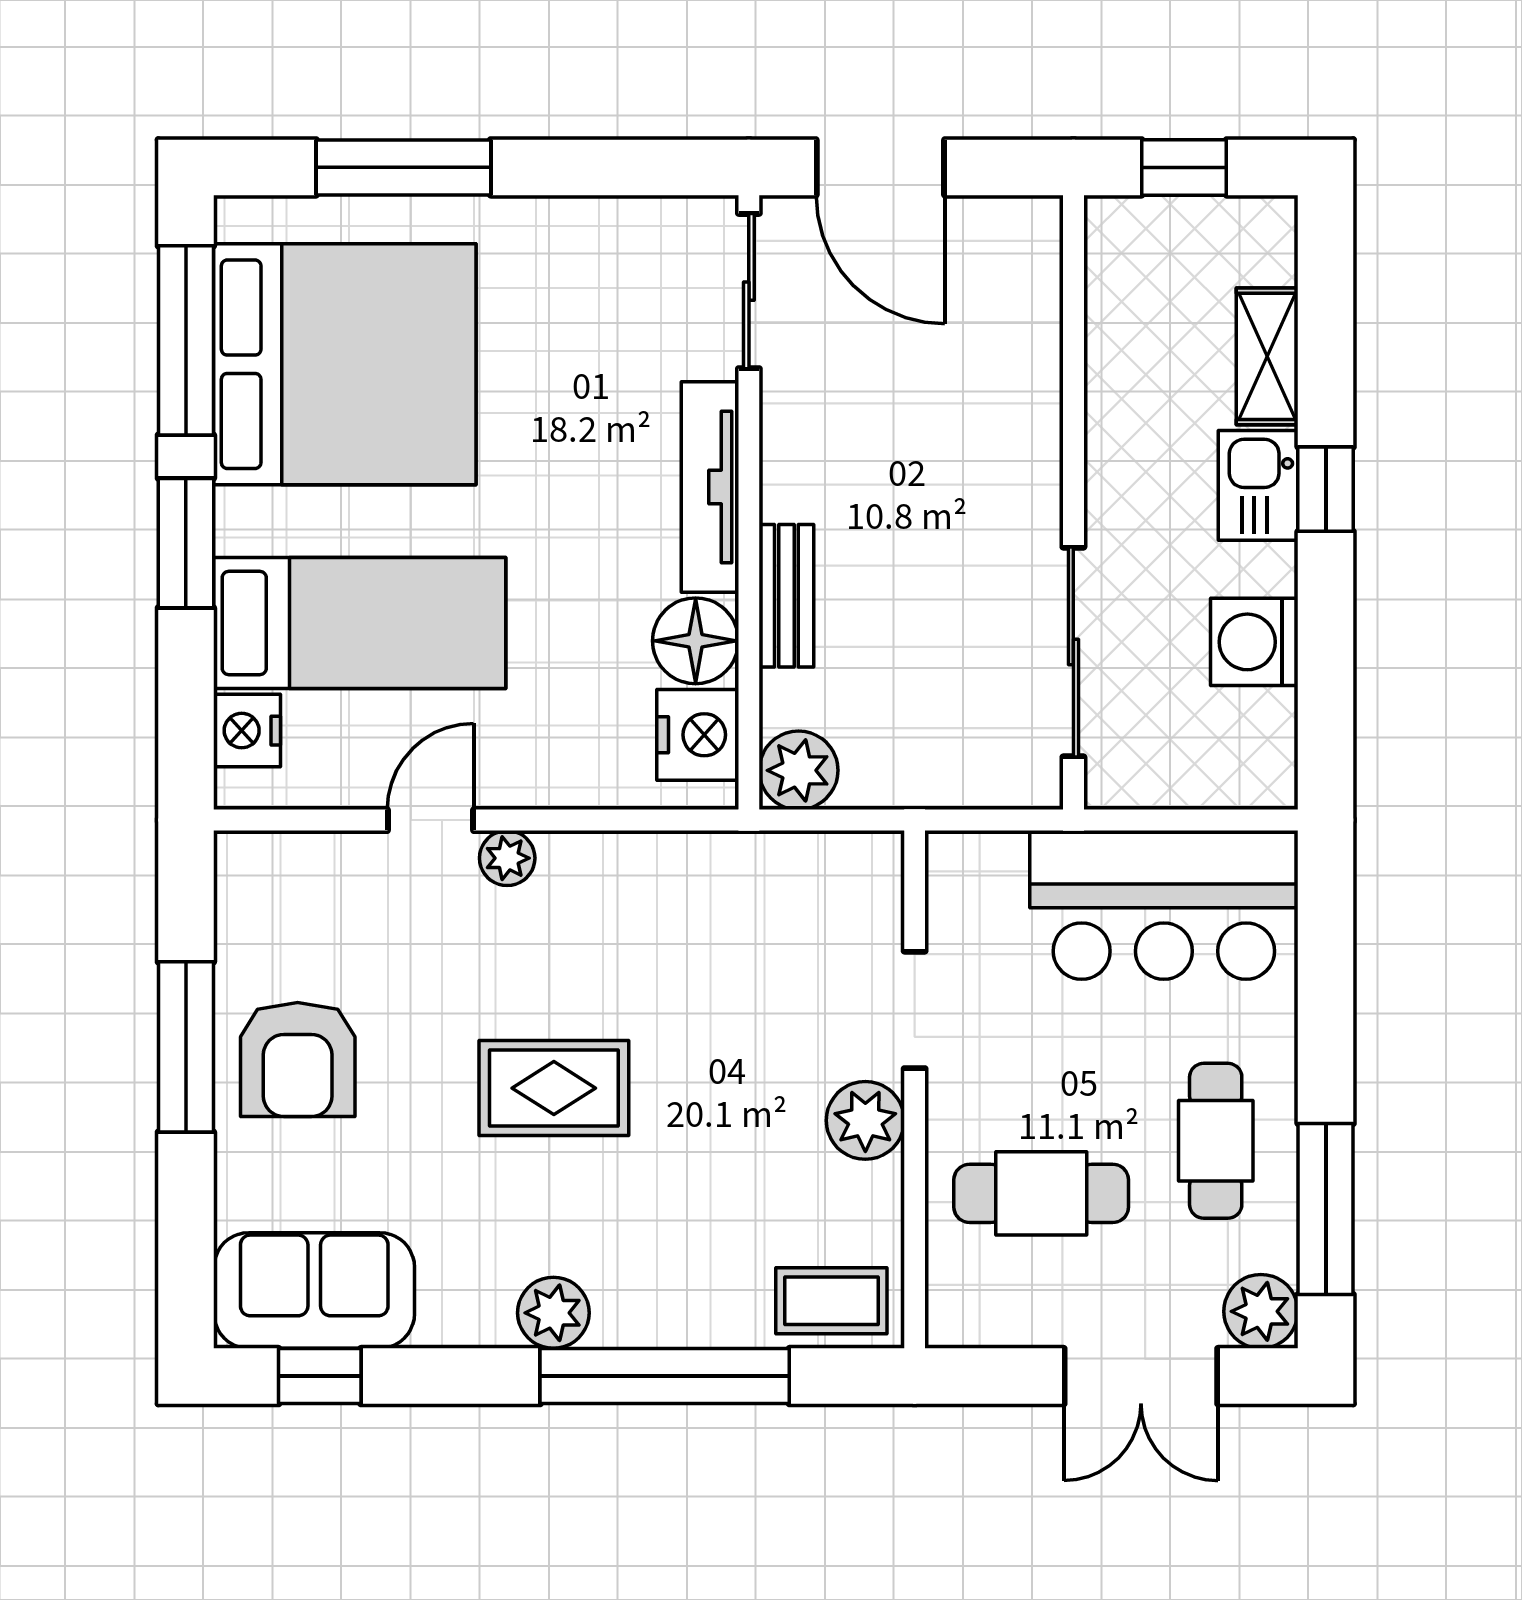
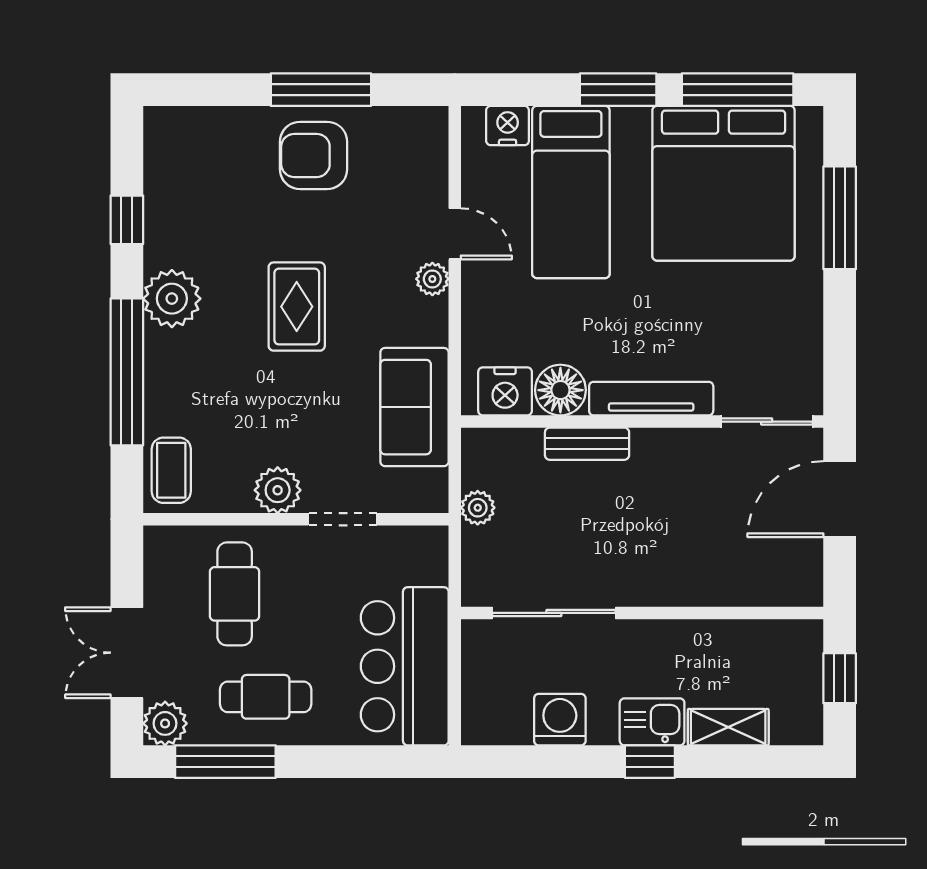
plant: (799, 770) -> (478, 508), moved, width x0.73, depth x0.73
sofa: (314, 1290) -> (414, 407), moved, turned 180
plant: (553, 1313) -> (172, 299), width x1.36, depth x1.36
window: (320, 1376) -> (127, 220), moved

